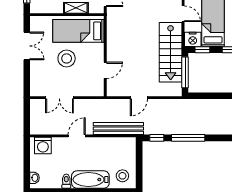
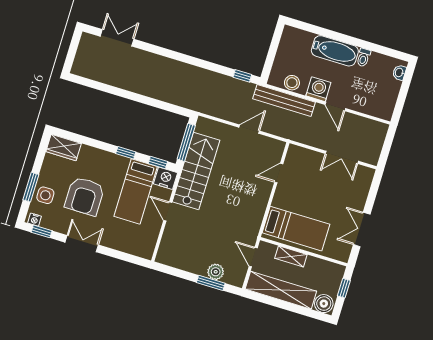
stool: (67, 58) -> (320, 201), removed
double door: (59, 98) -> (342, 157), swing flipped
door: (77, 136) -> (335, 107), hinge flipped
window: (188, 138) -> (206, 65), removed
washing machine: (43, 146) -> (318, 89), moved
stool: (122, 176) -> (292, 83), moved

